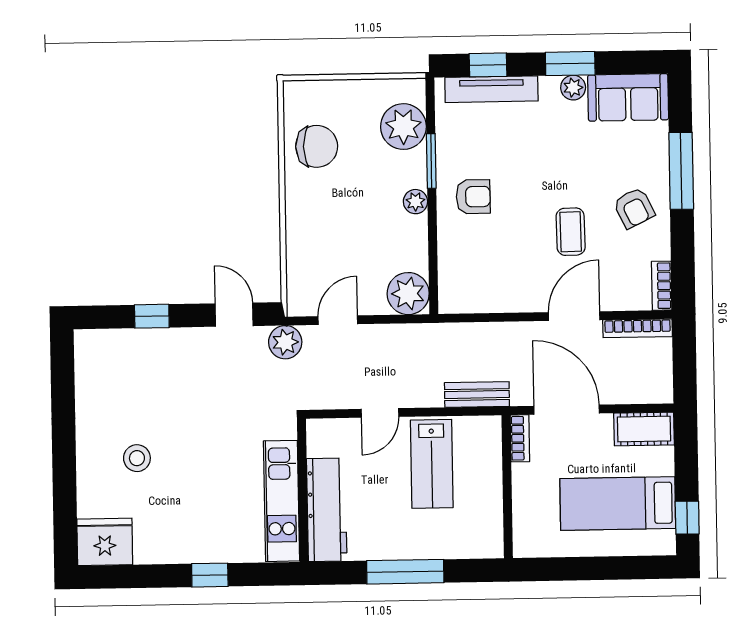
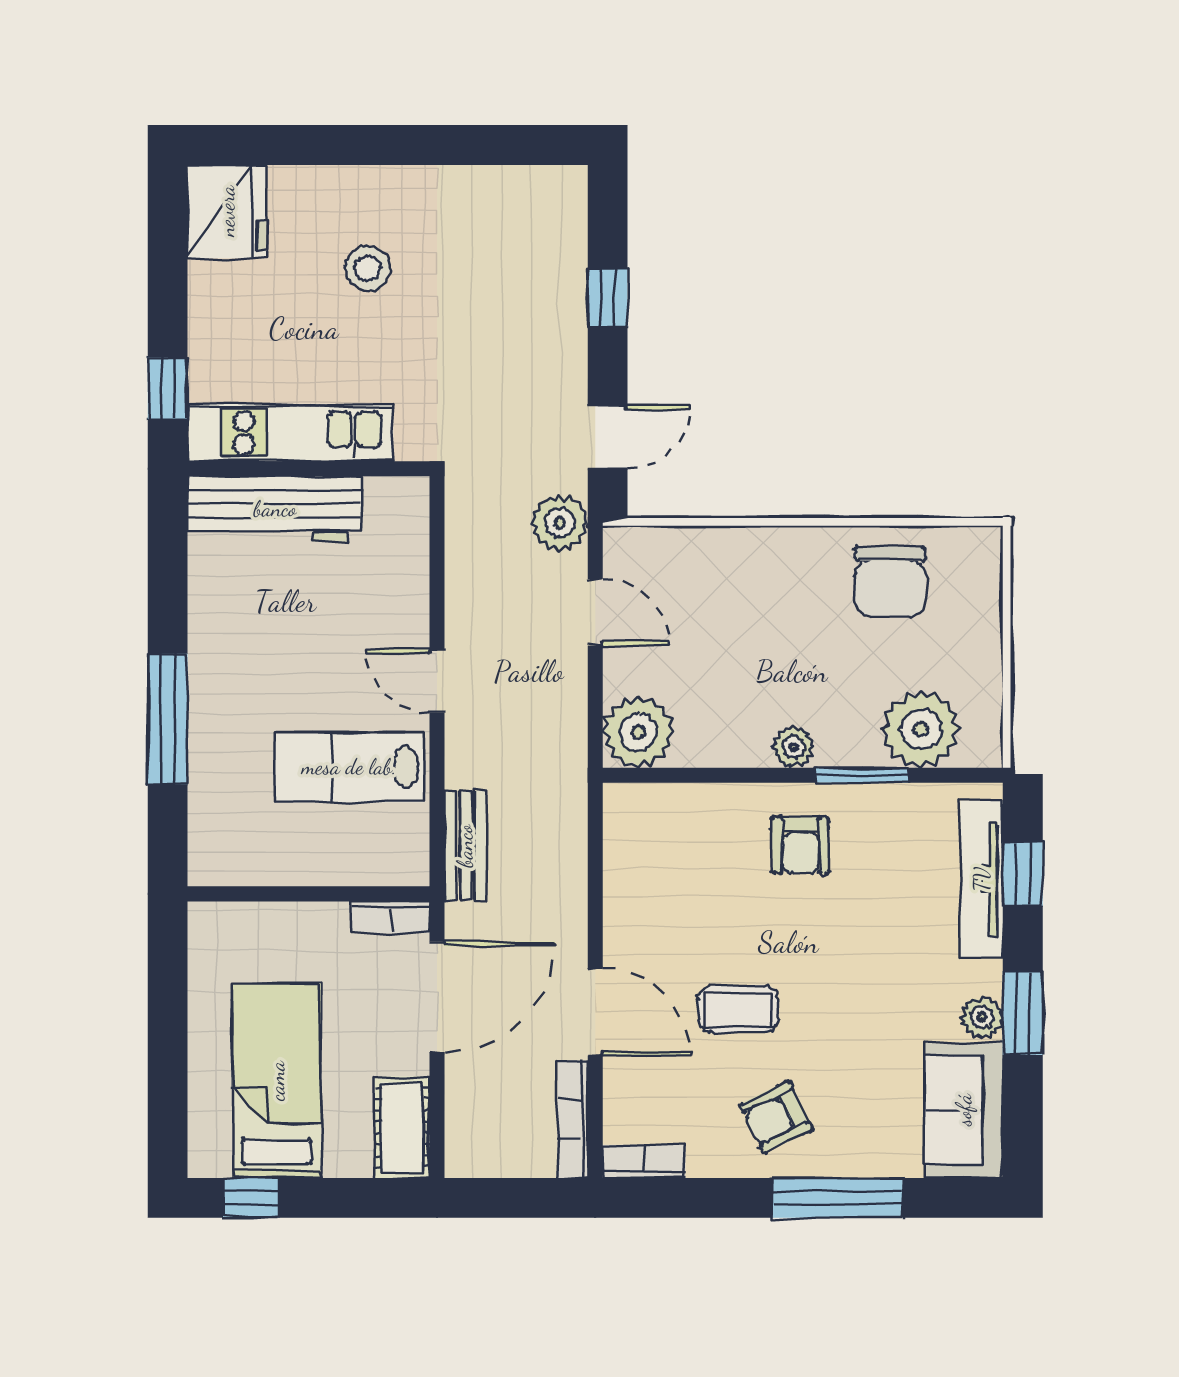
wall: (303, 490) -> (308, 469), moved
kitchen unit: (281, 501) -> (291, 433), moved
workbench: (327, 510) -> (275, 509), moved

